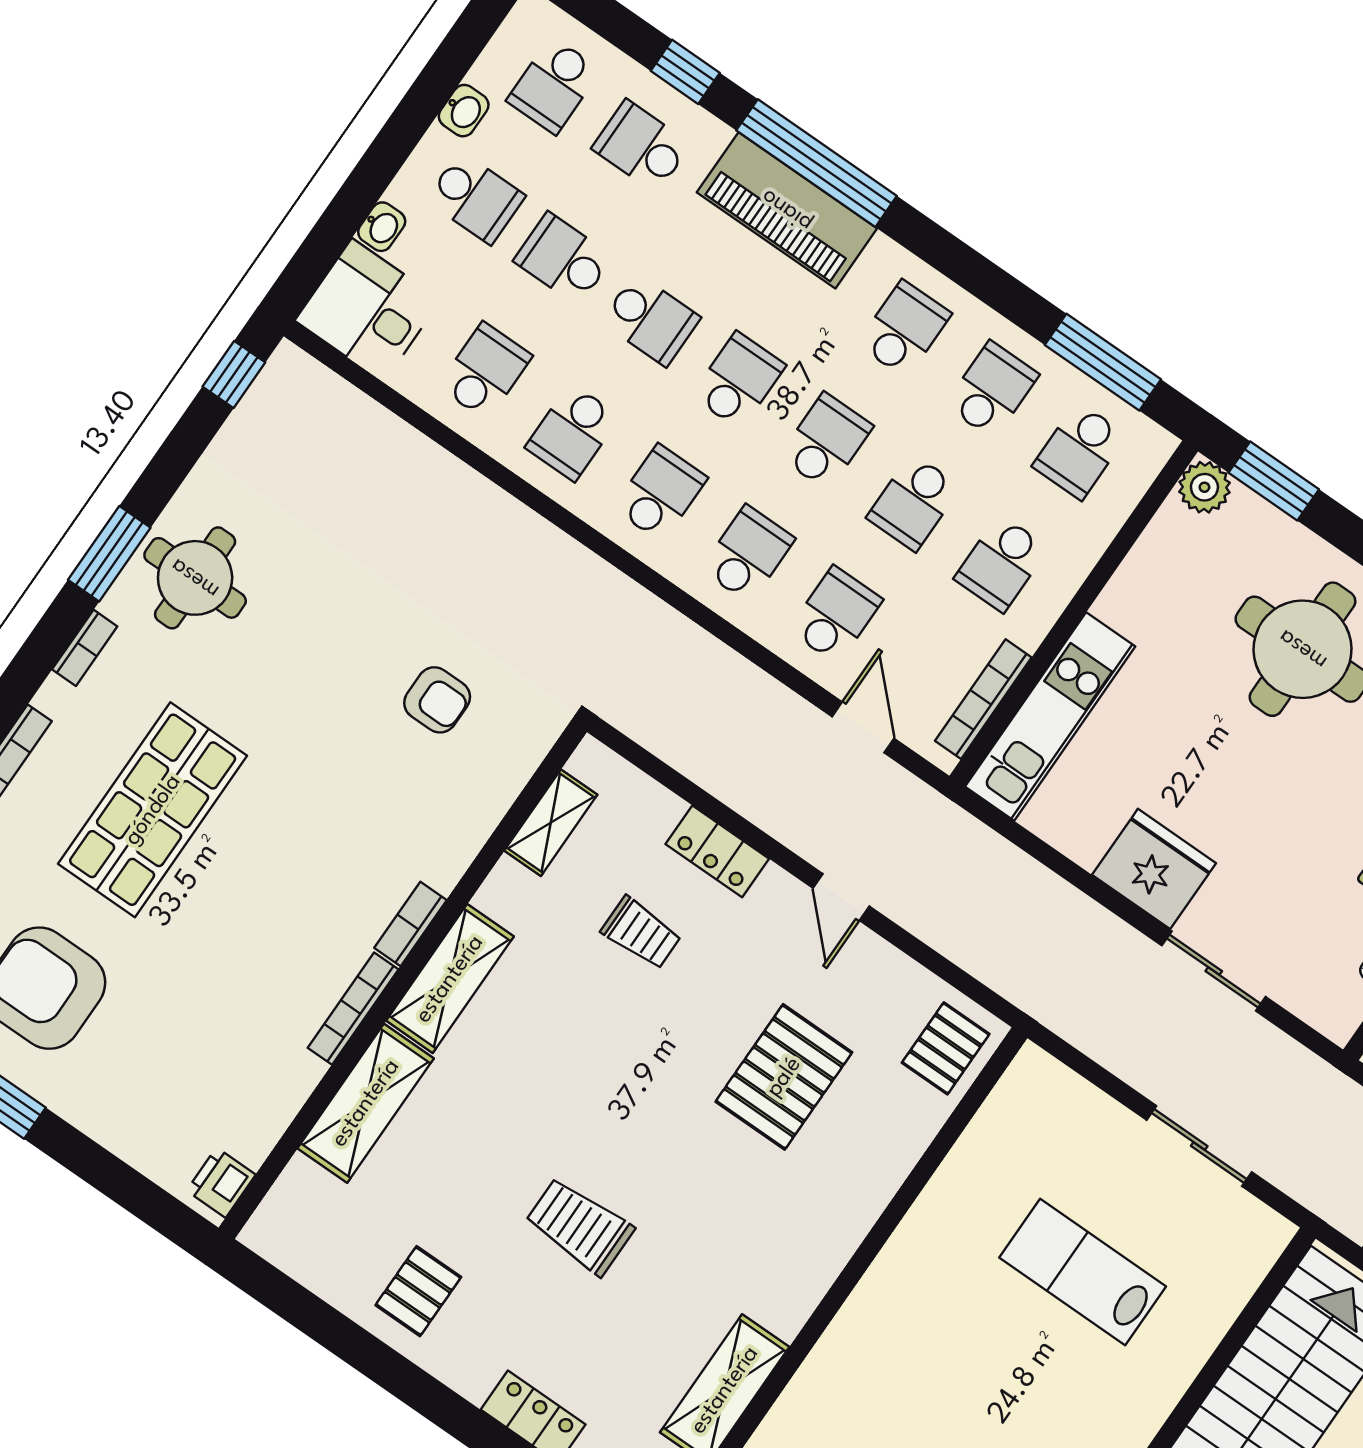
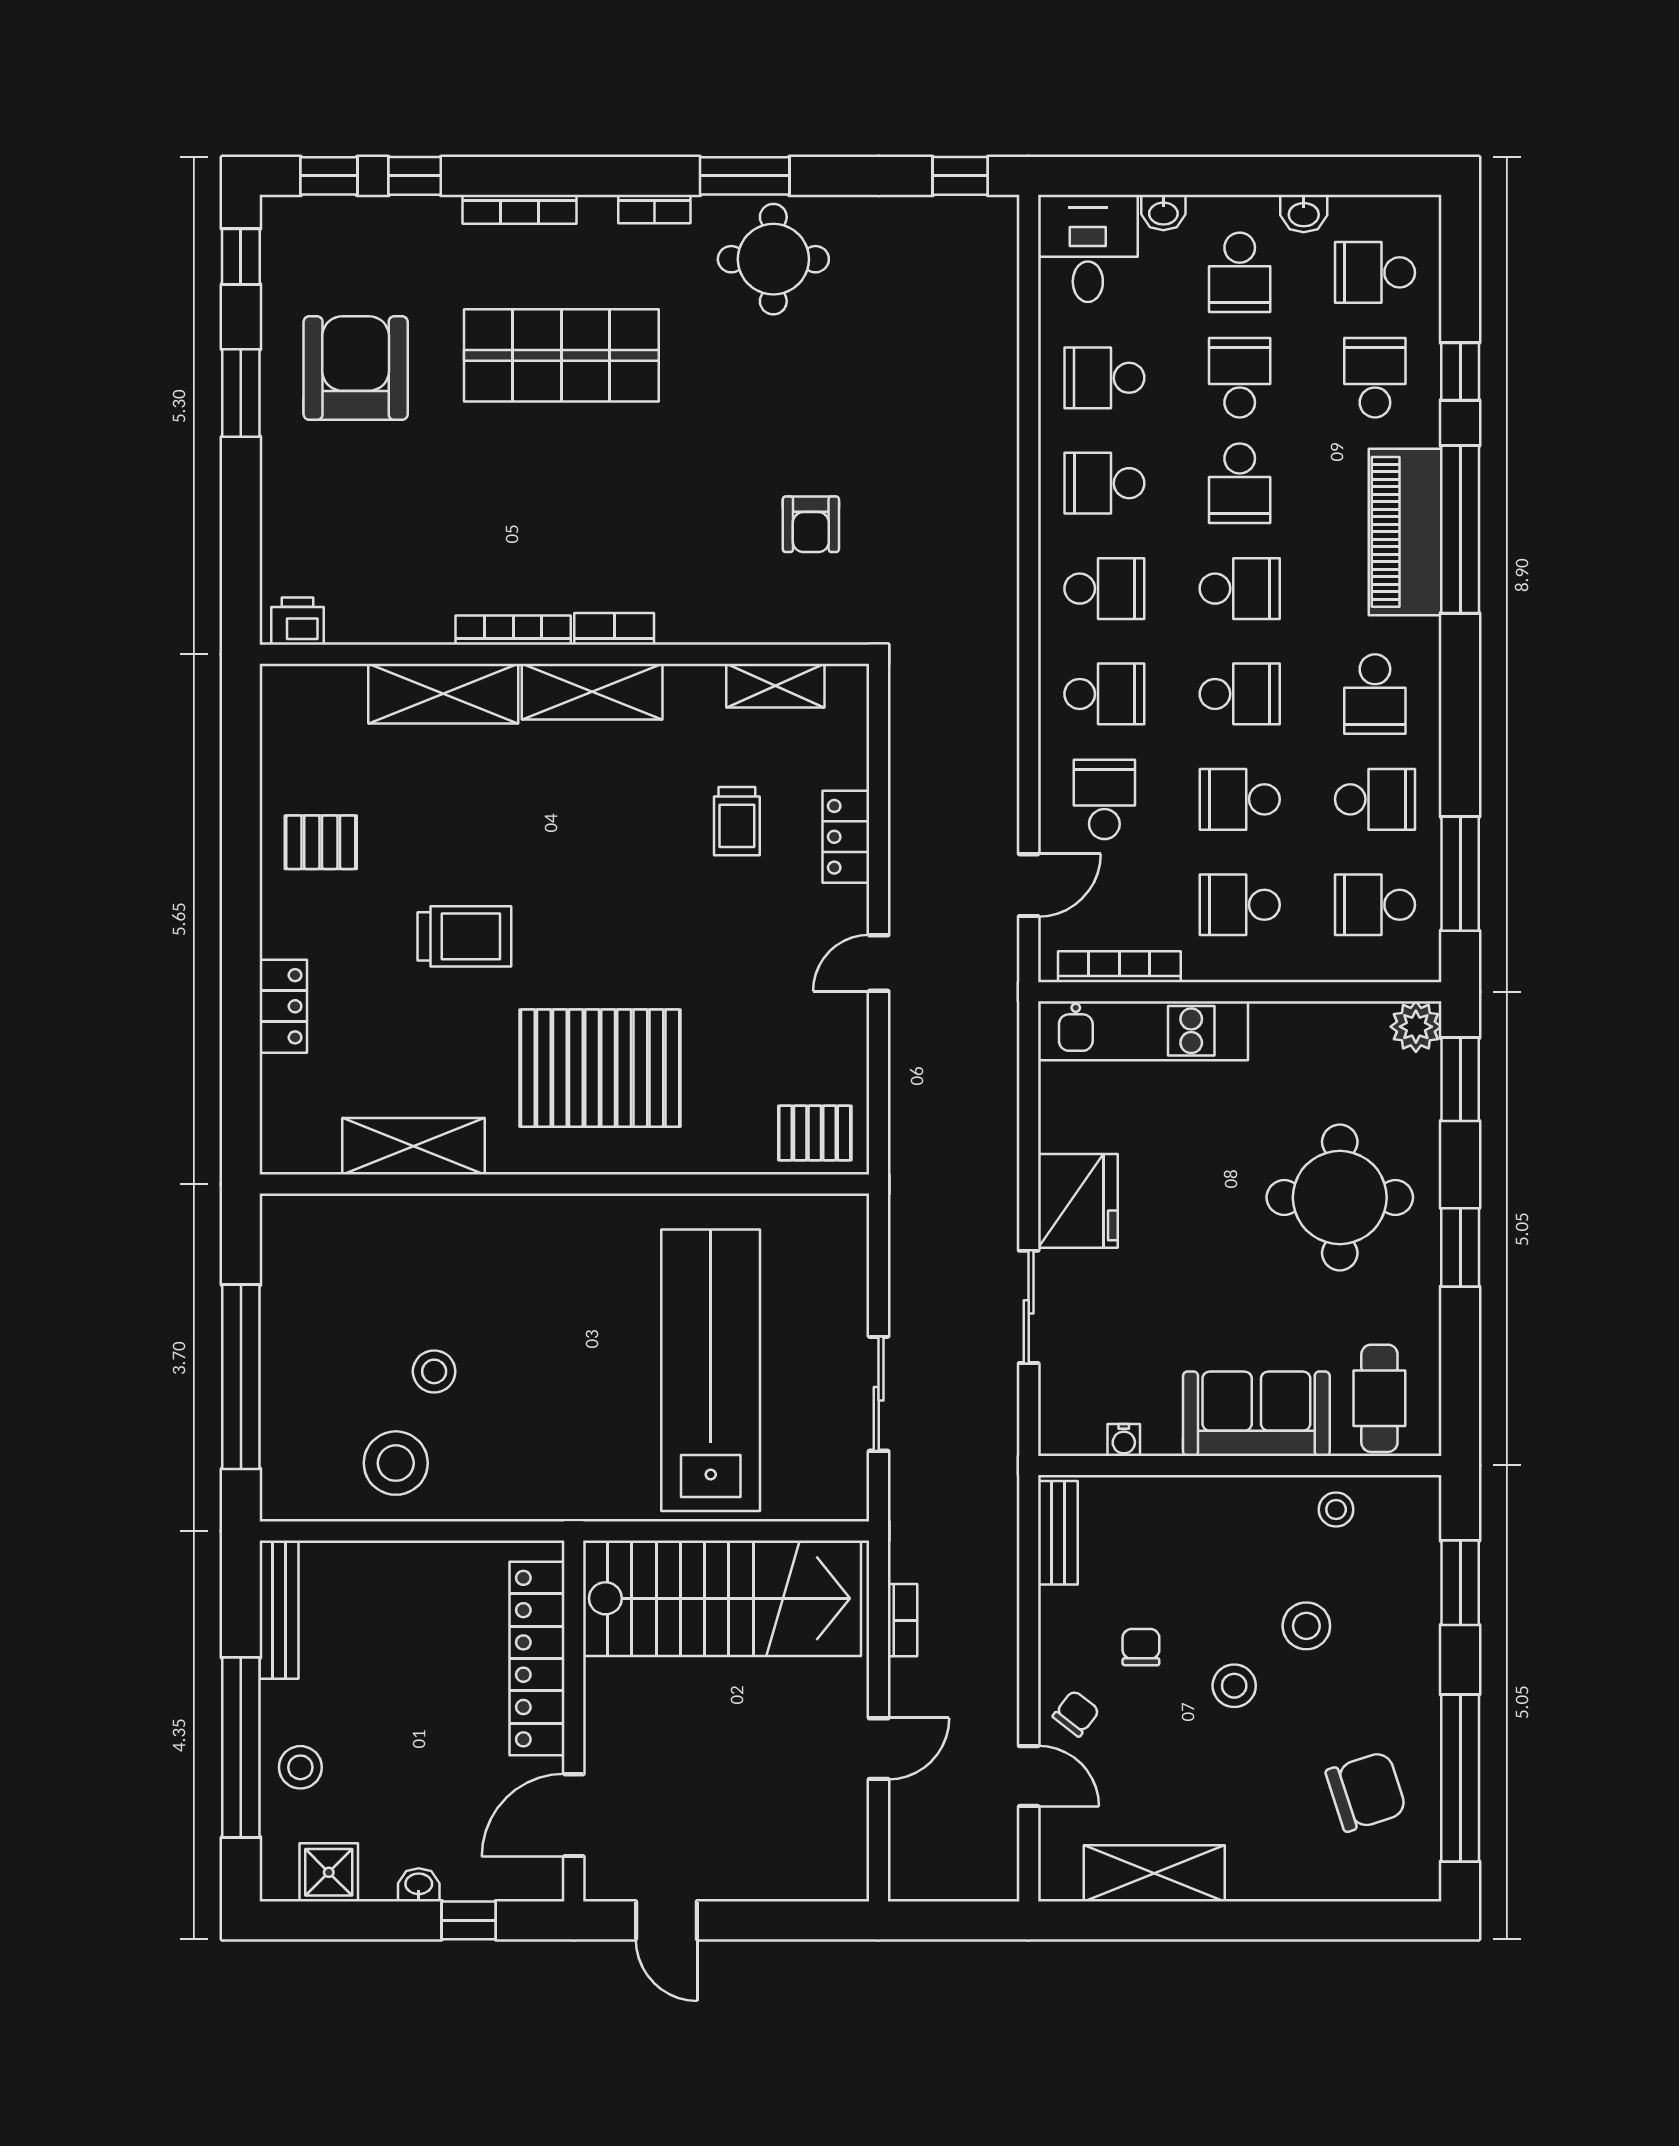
school desk: (904, 329) -> (1375, 694), turned 90
school desk: (485, 371) -> (1104, 378), turned 180
school desk: (835, 615) -> (1104, 799), turned -90
pallet: (784, 1077) -> (600, 1068), moved, width x1.37, depth x1.41
trolley: (580, 1226) -> (464, 936), turned 90
lab bench: (1083, 1272) -> (711, 1370), width x1.86, depth x1.39

